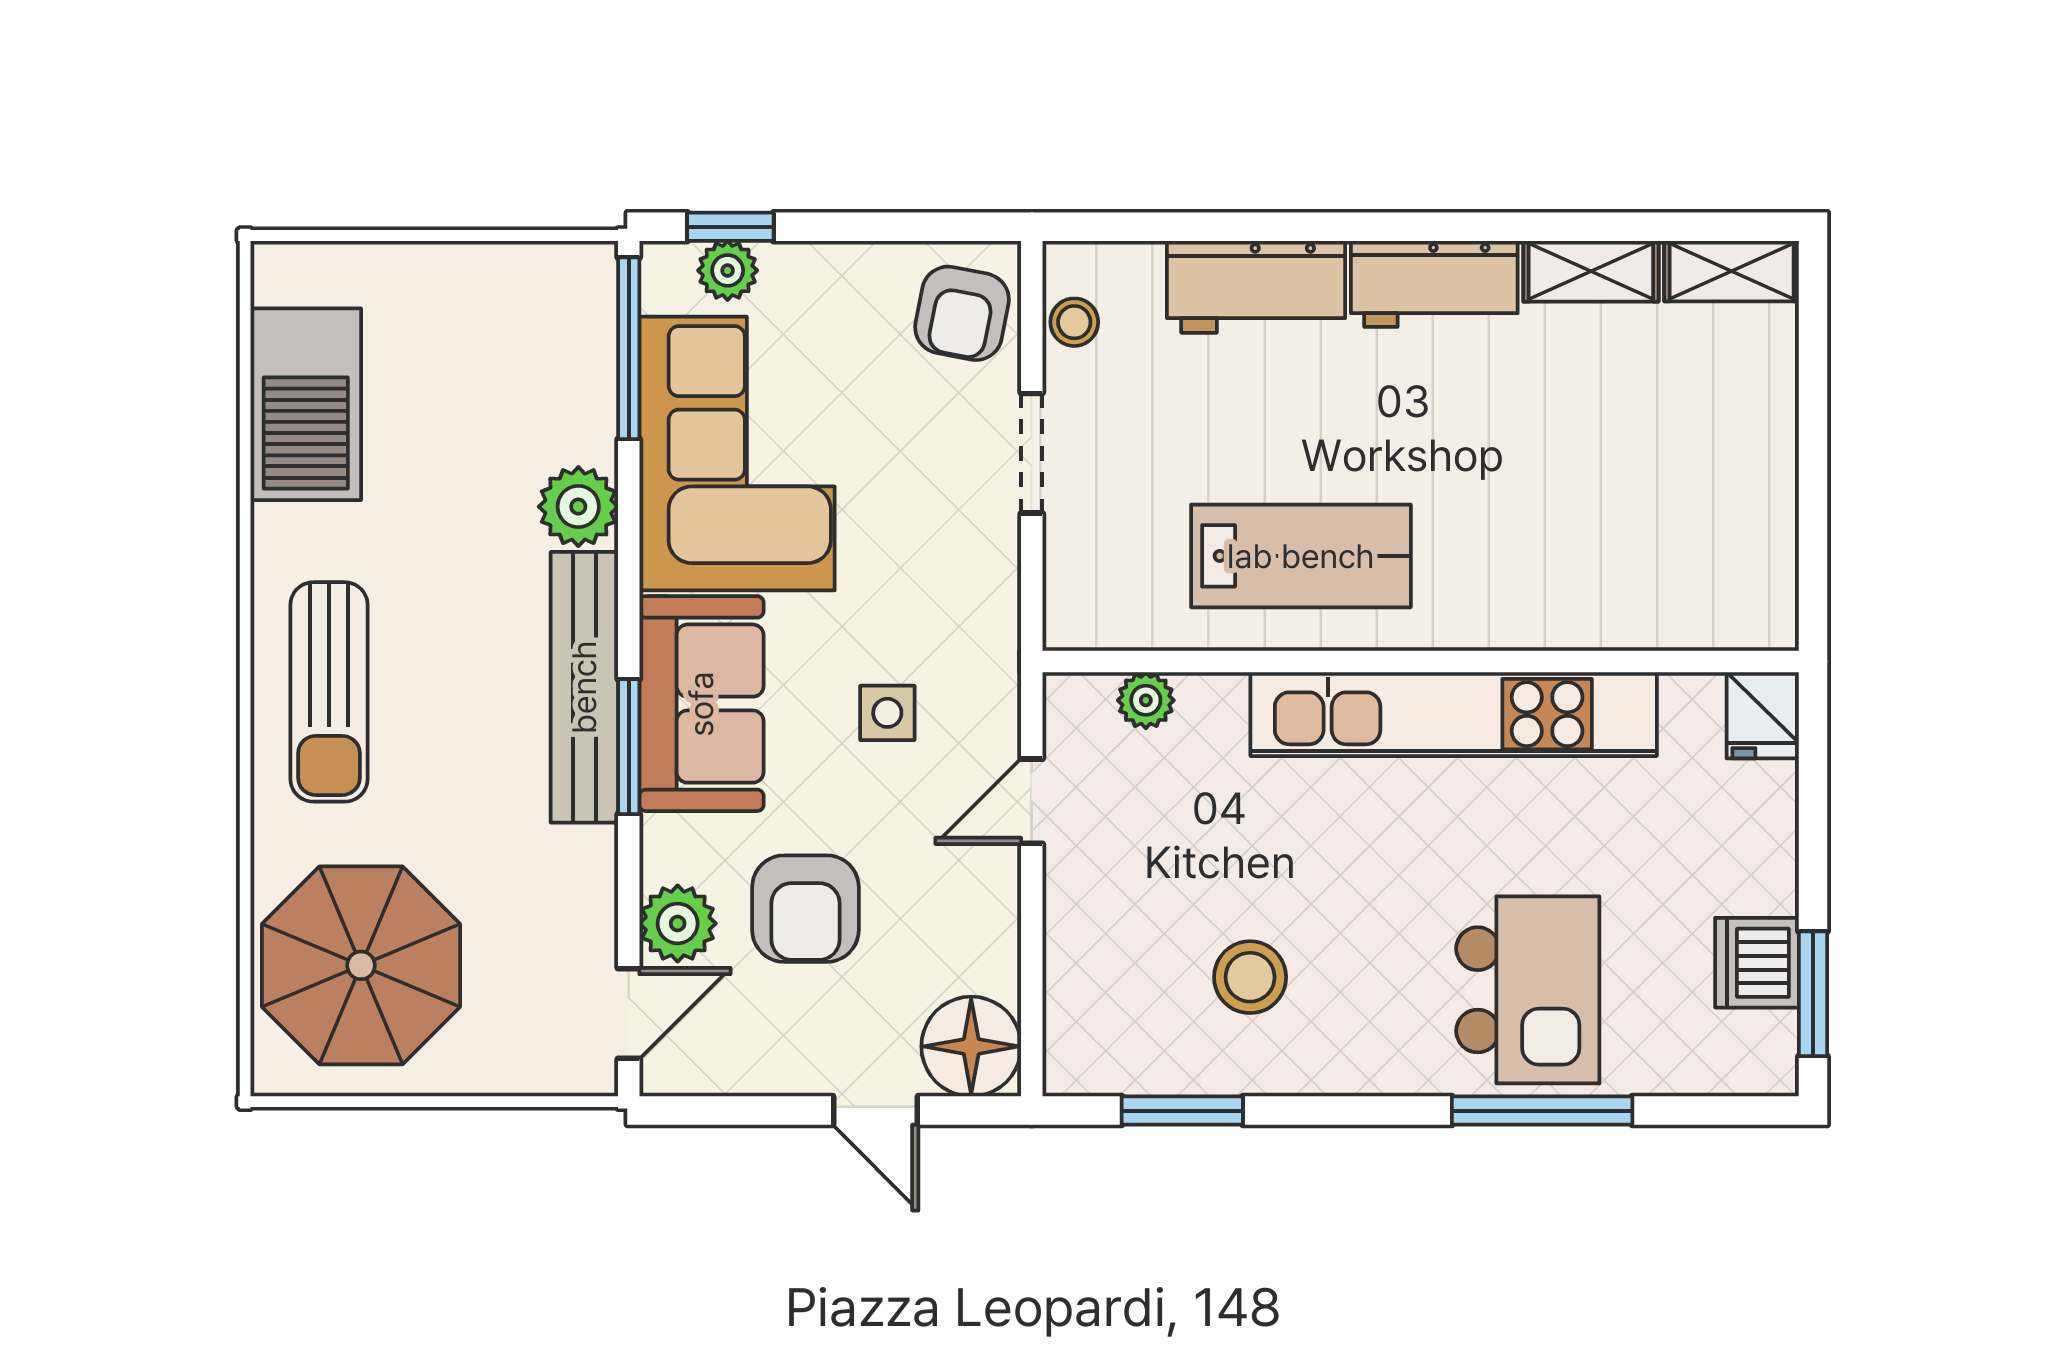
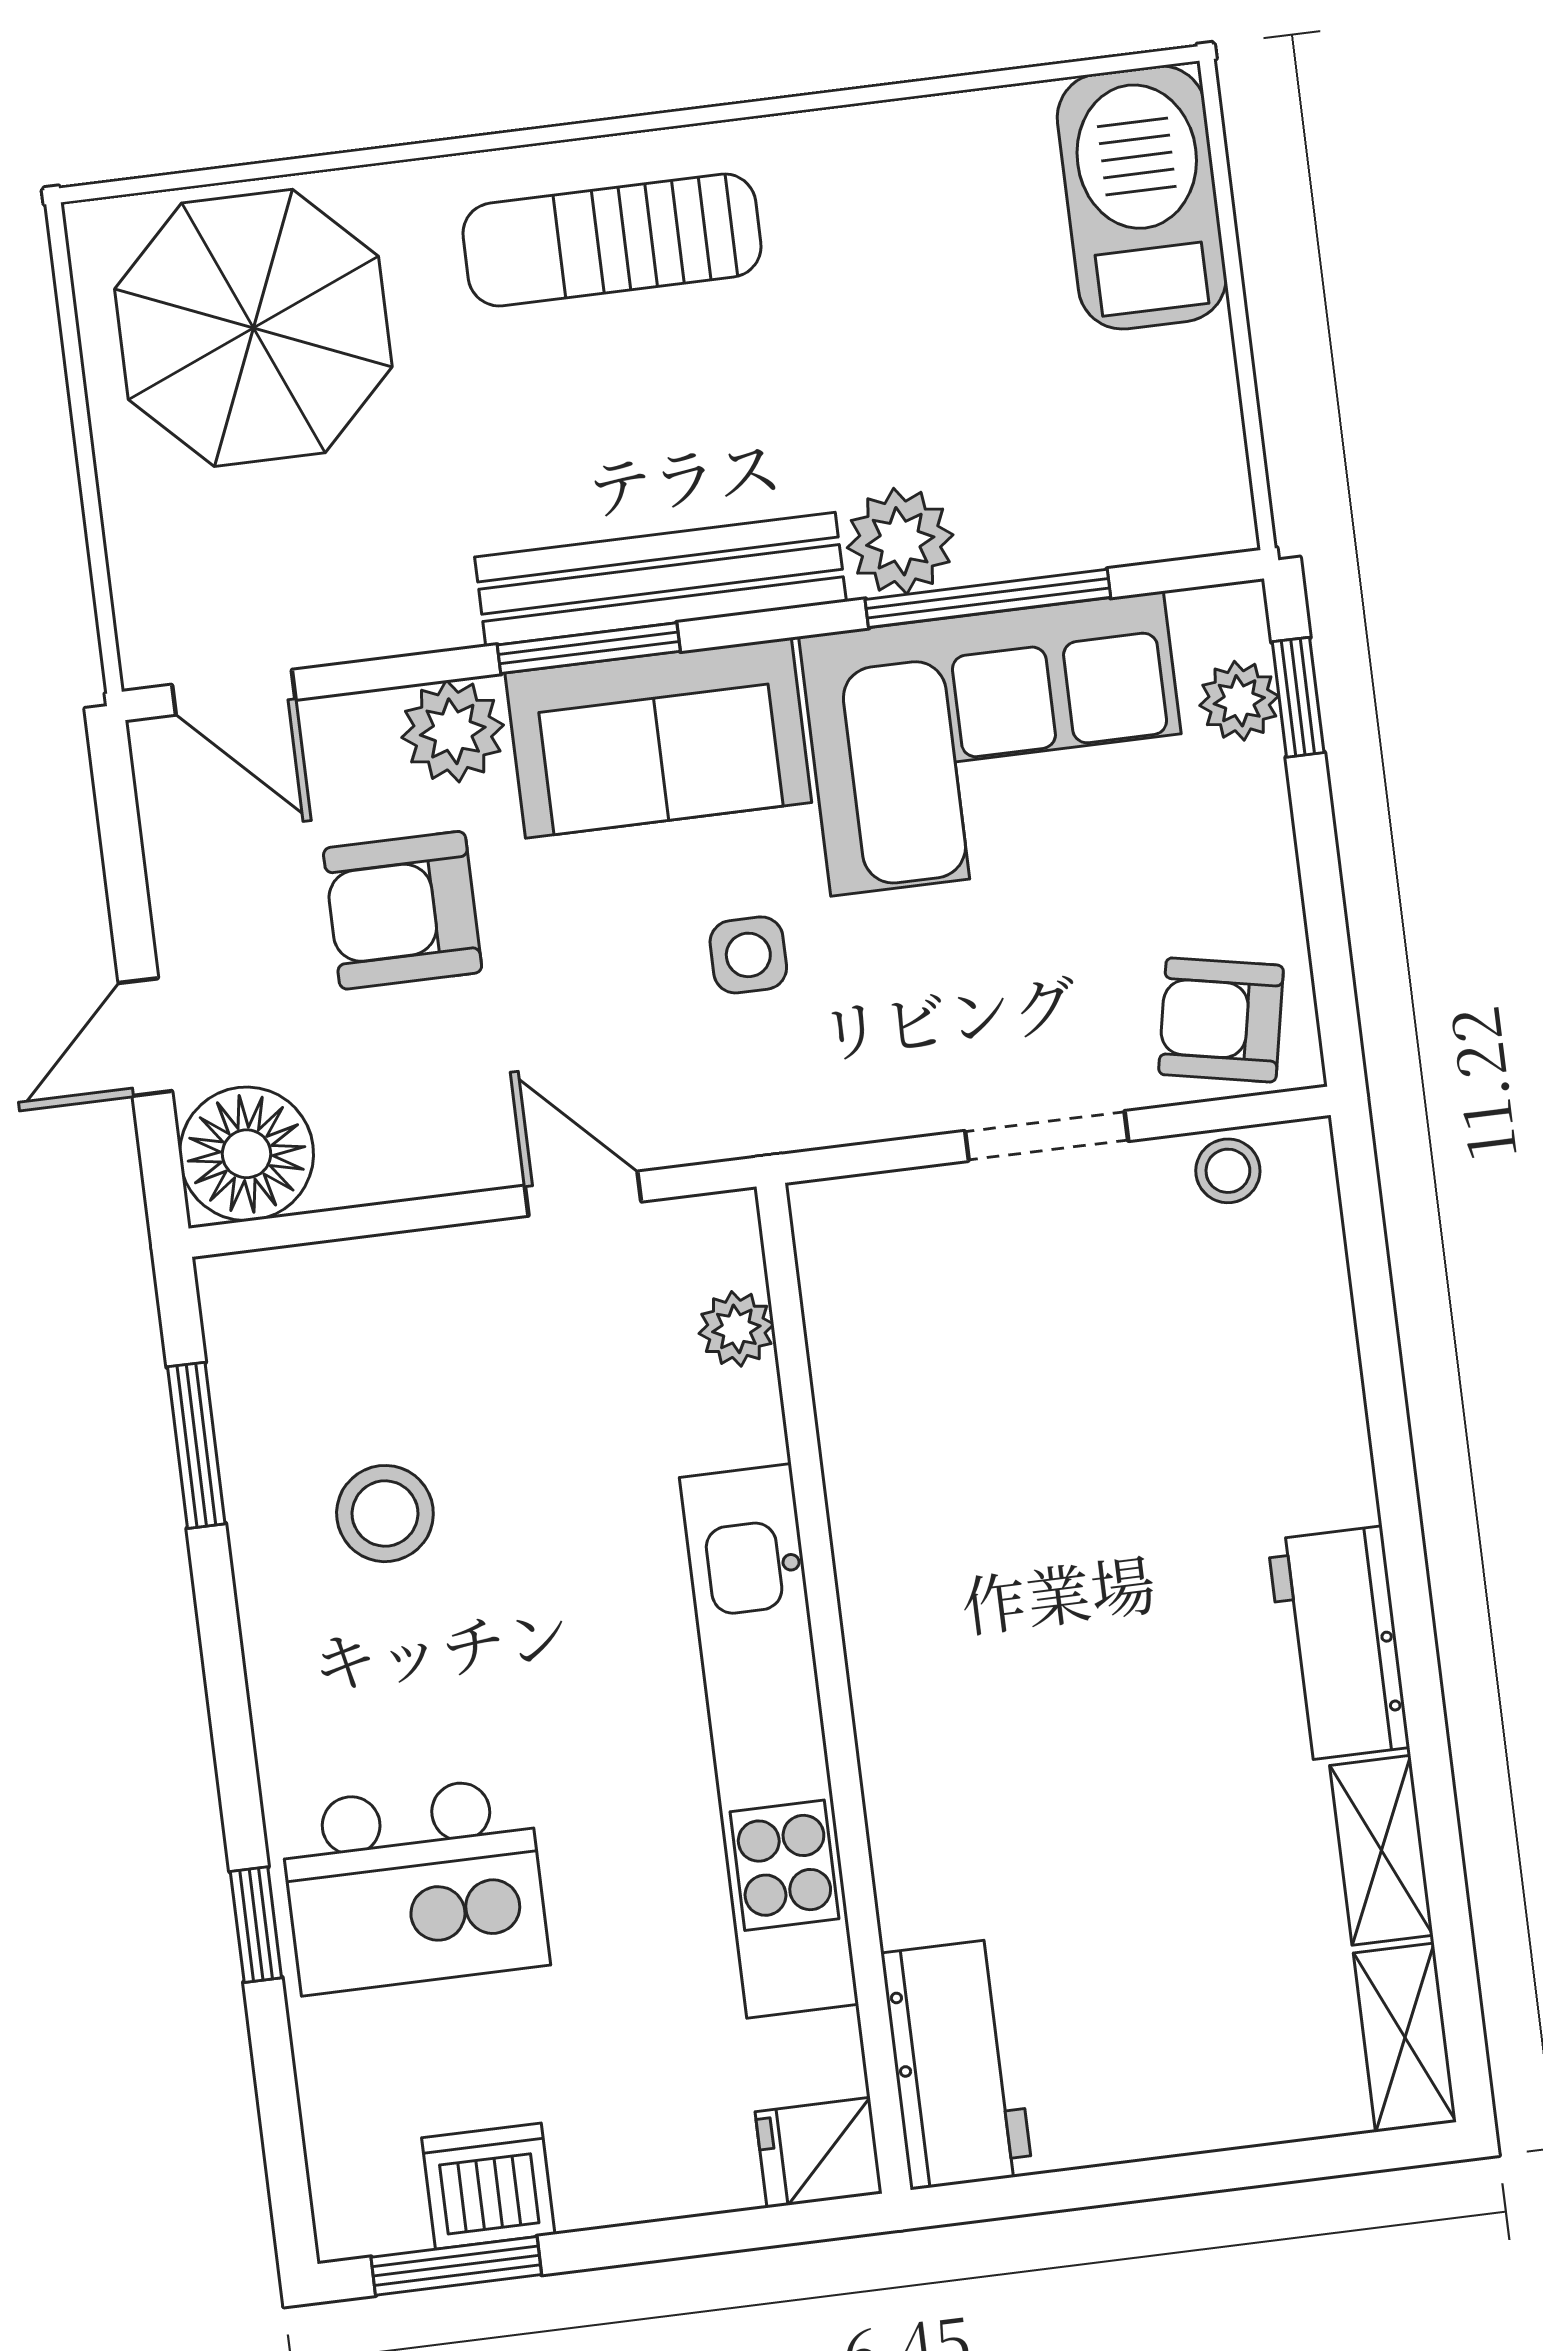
workbench: (1256, 287) -> (957, 2064), moved, turned 180
window: (629, 348) -> (988, 598), moved
barbecue: (306, 404) -> (1142, 197), moved, turned 90
lab bench: (1301, 556) -> (954, 1511), removed
side table: (887, 713) -> (748, 955), moved
plant: (678, 923) -> (453, 731), moved
window: (1542, 1111) -> (256, 1925), width x0.46

